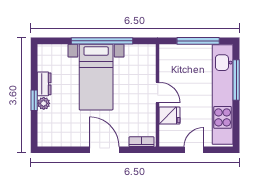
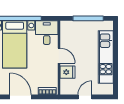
desk: (141, 61) -> (47, 33), added
window: (236, 80) -> (115, 47), removed
kitchen unit: (223, 94) -> (106, 57), width x0.73

